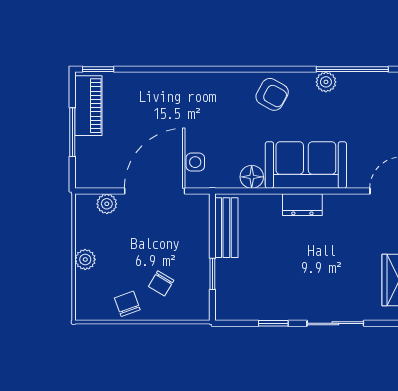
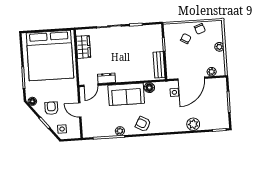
plant: (157, 86) -> (193, 124), added
piano: (88, 106) -> (222, 114), removed
dresser: (302, 205) -> (107, 78), moved

